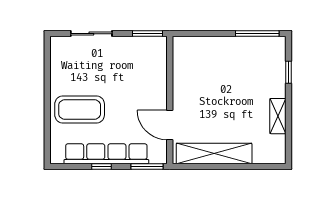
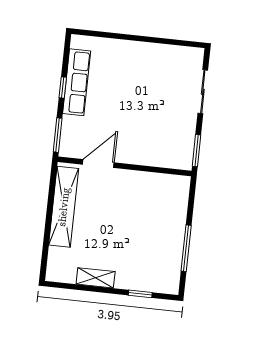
window: (257, 34) -> (186, 248), moved
coffee table: (80, 109) -> (125, 71), removed
row of seats: (106, 154) -> (77, 82), width x0.73

